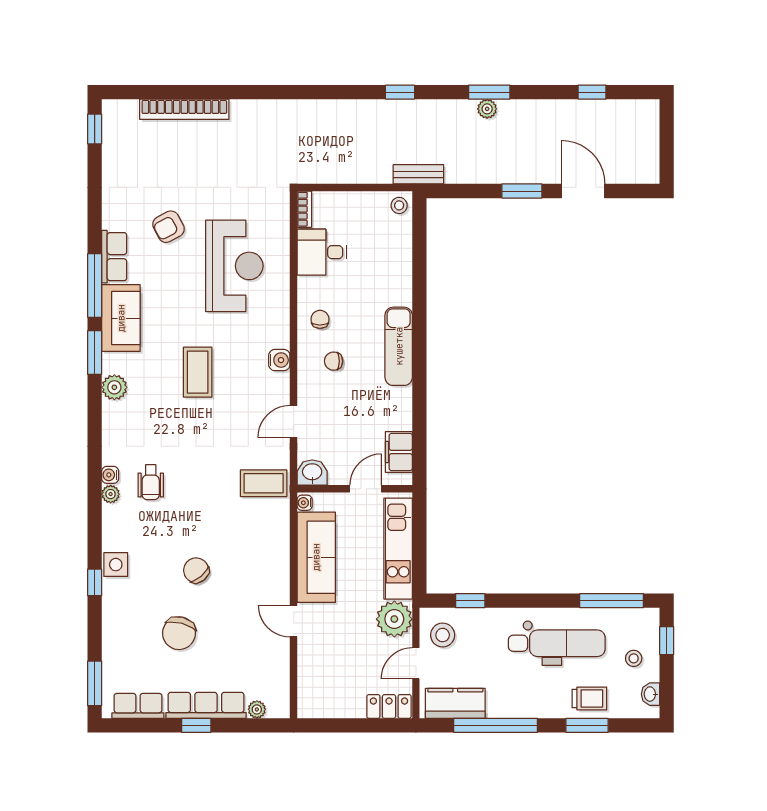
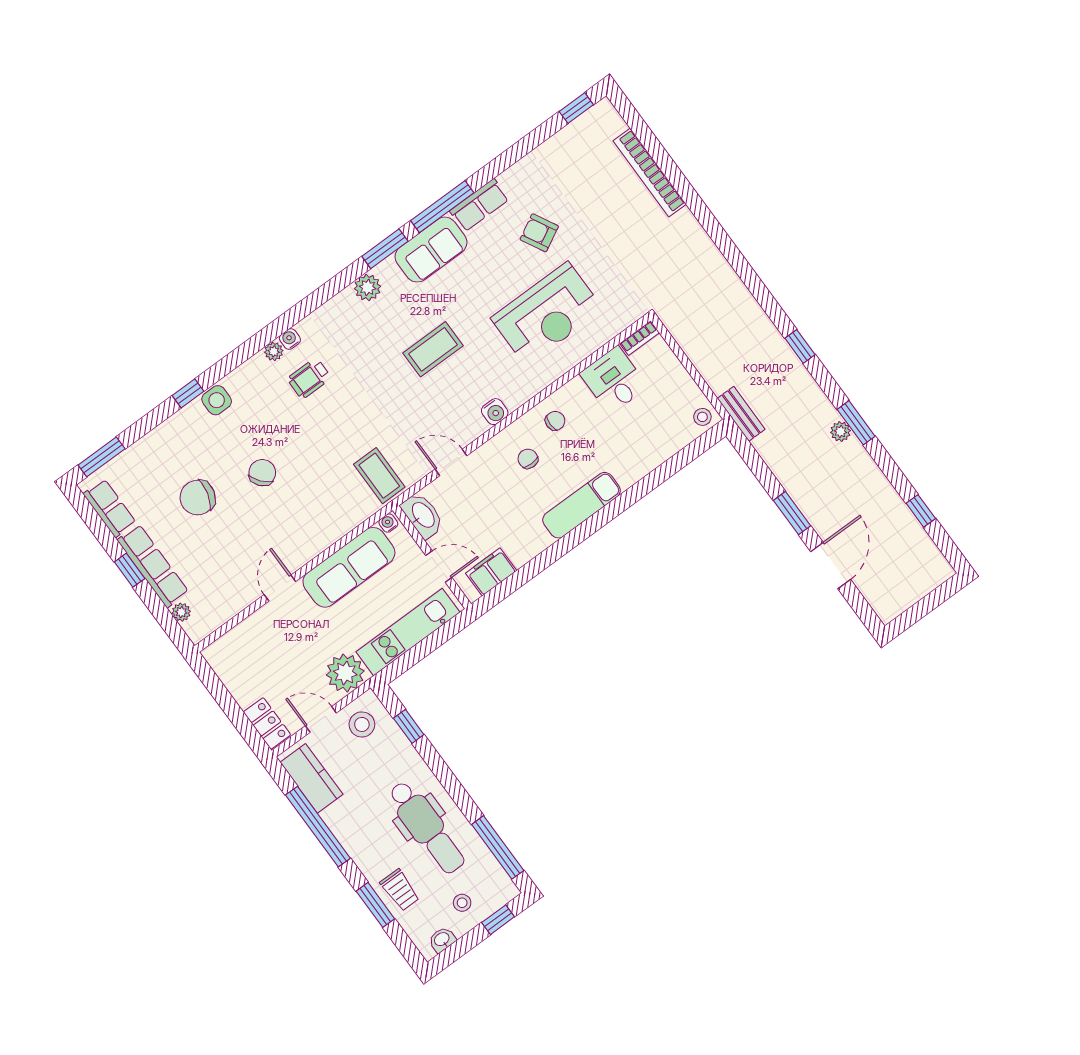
washbasin: (312, 473) -> (423, 515), width x1.38

